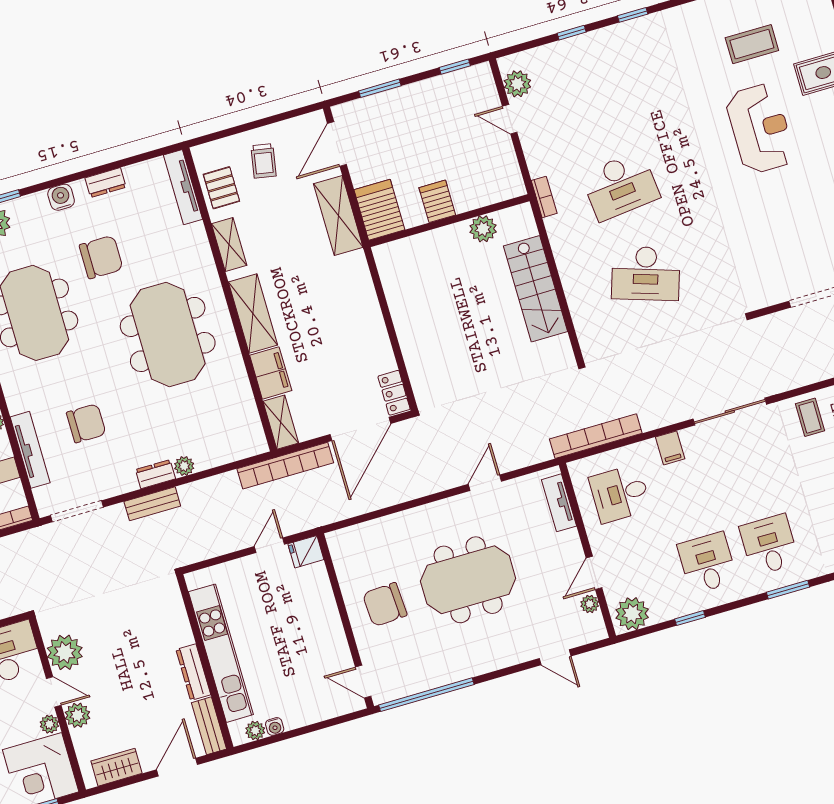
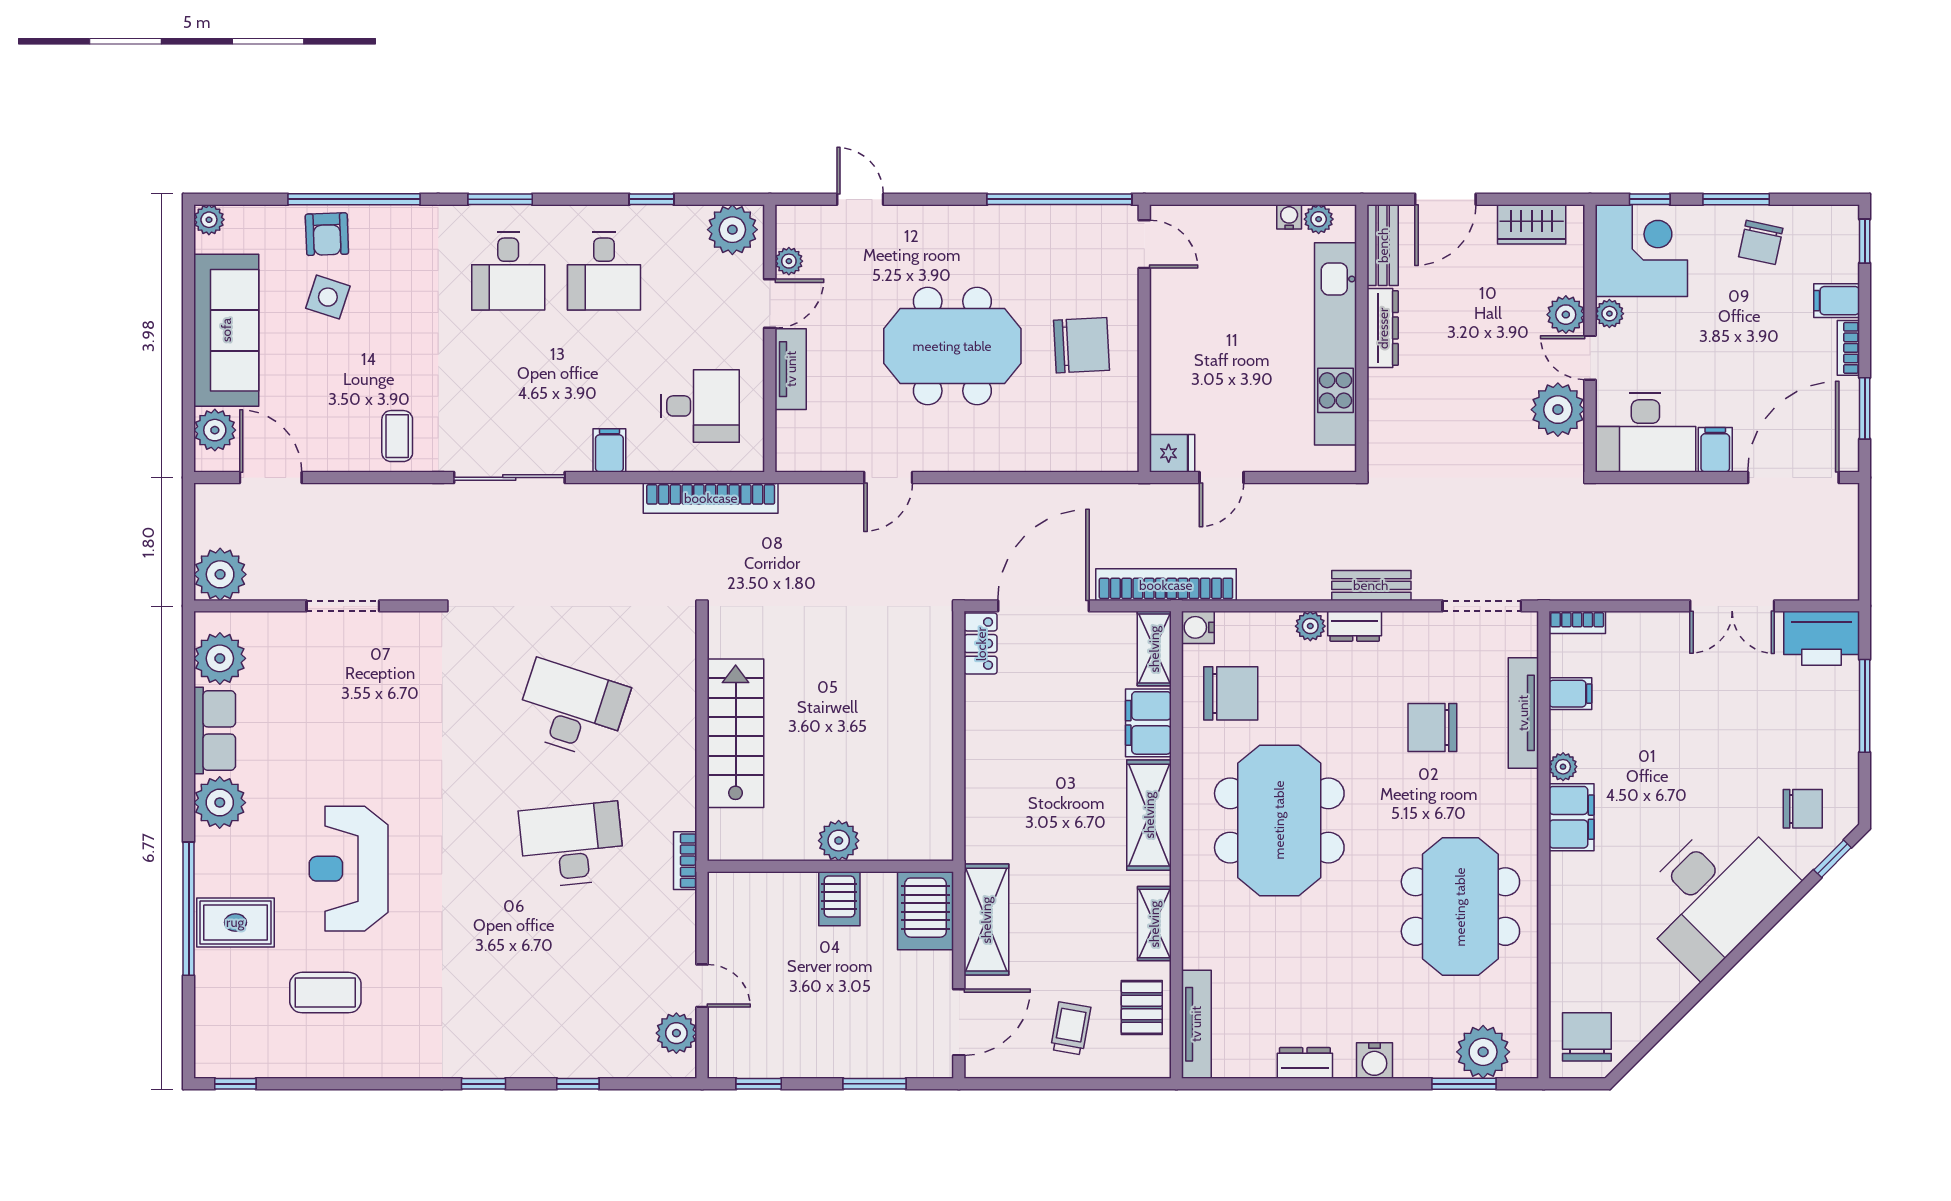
plant: (483, 229) -> (839, 841), moved
chair: (101, 257) -> (1231, 693), moved, turned 180
water cooler: (257, 444) -> (1198, 627), added
tv unit: (559, 503) -> (791, 369), moved

